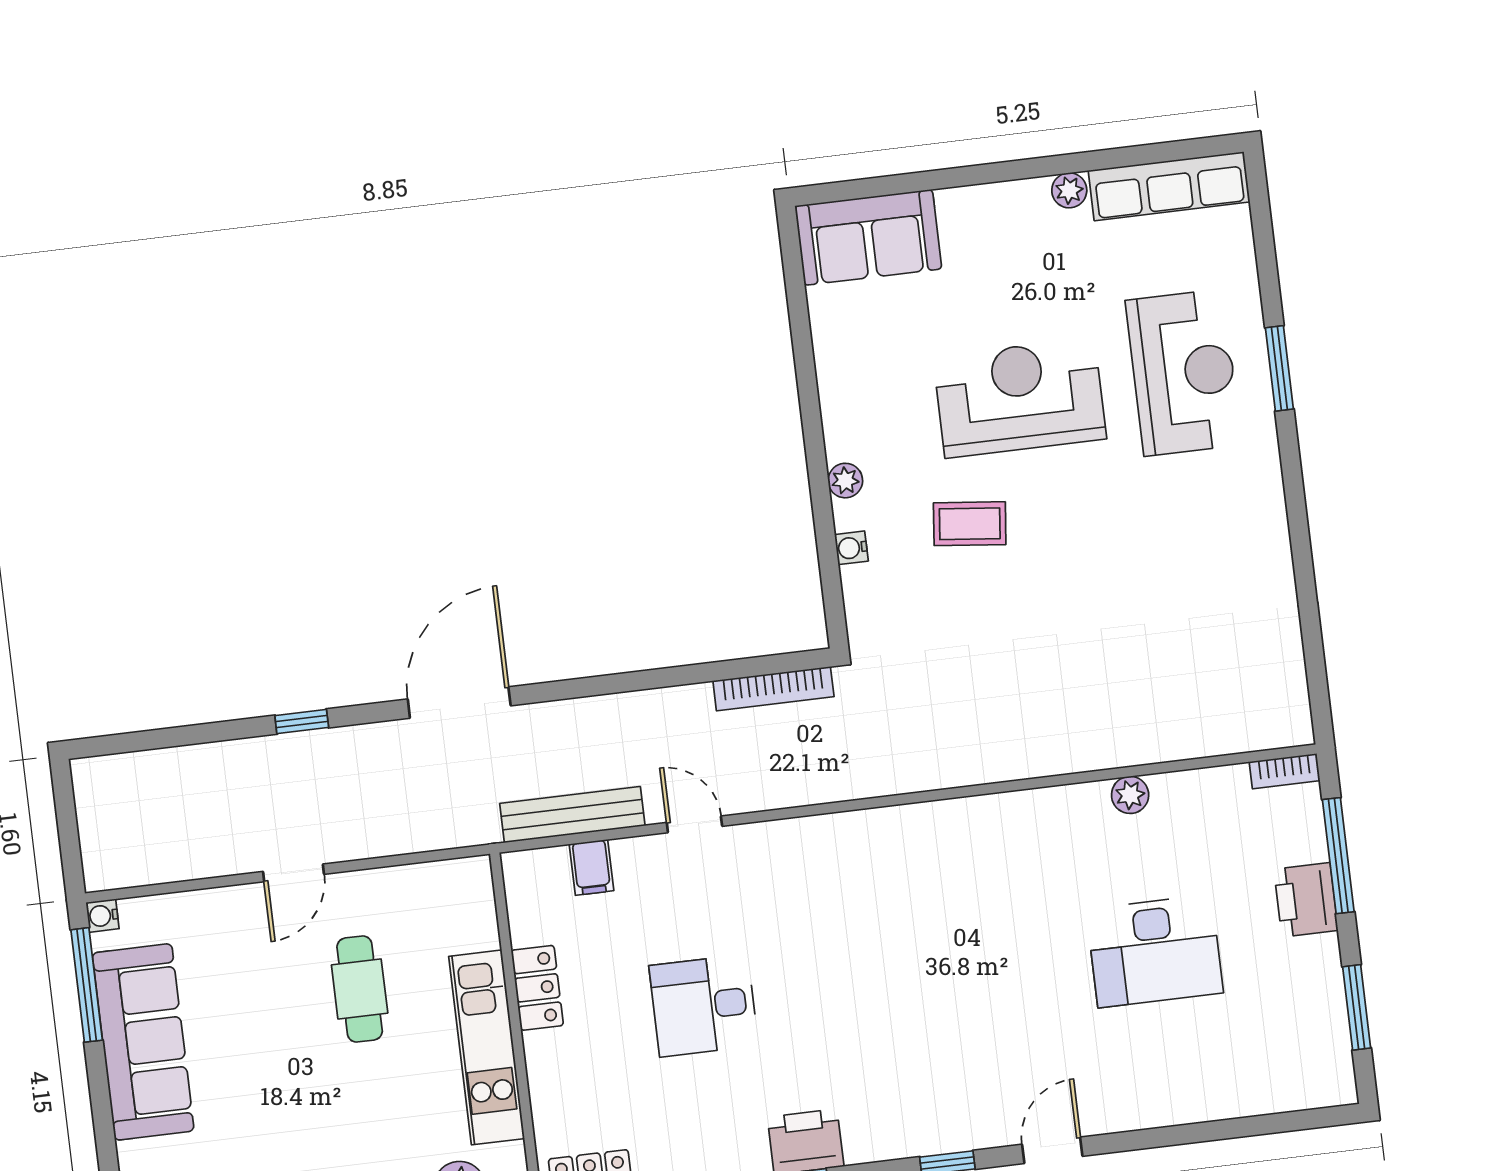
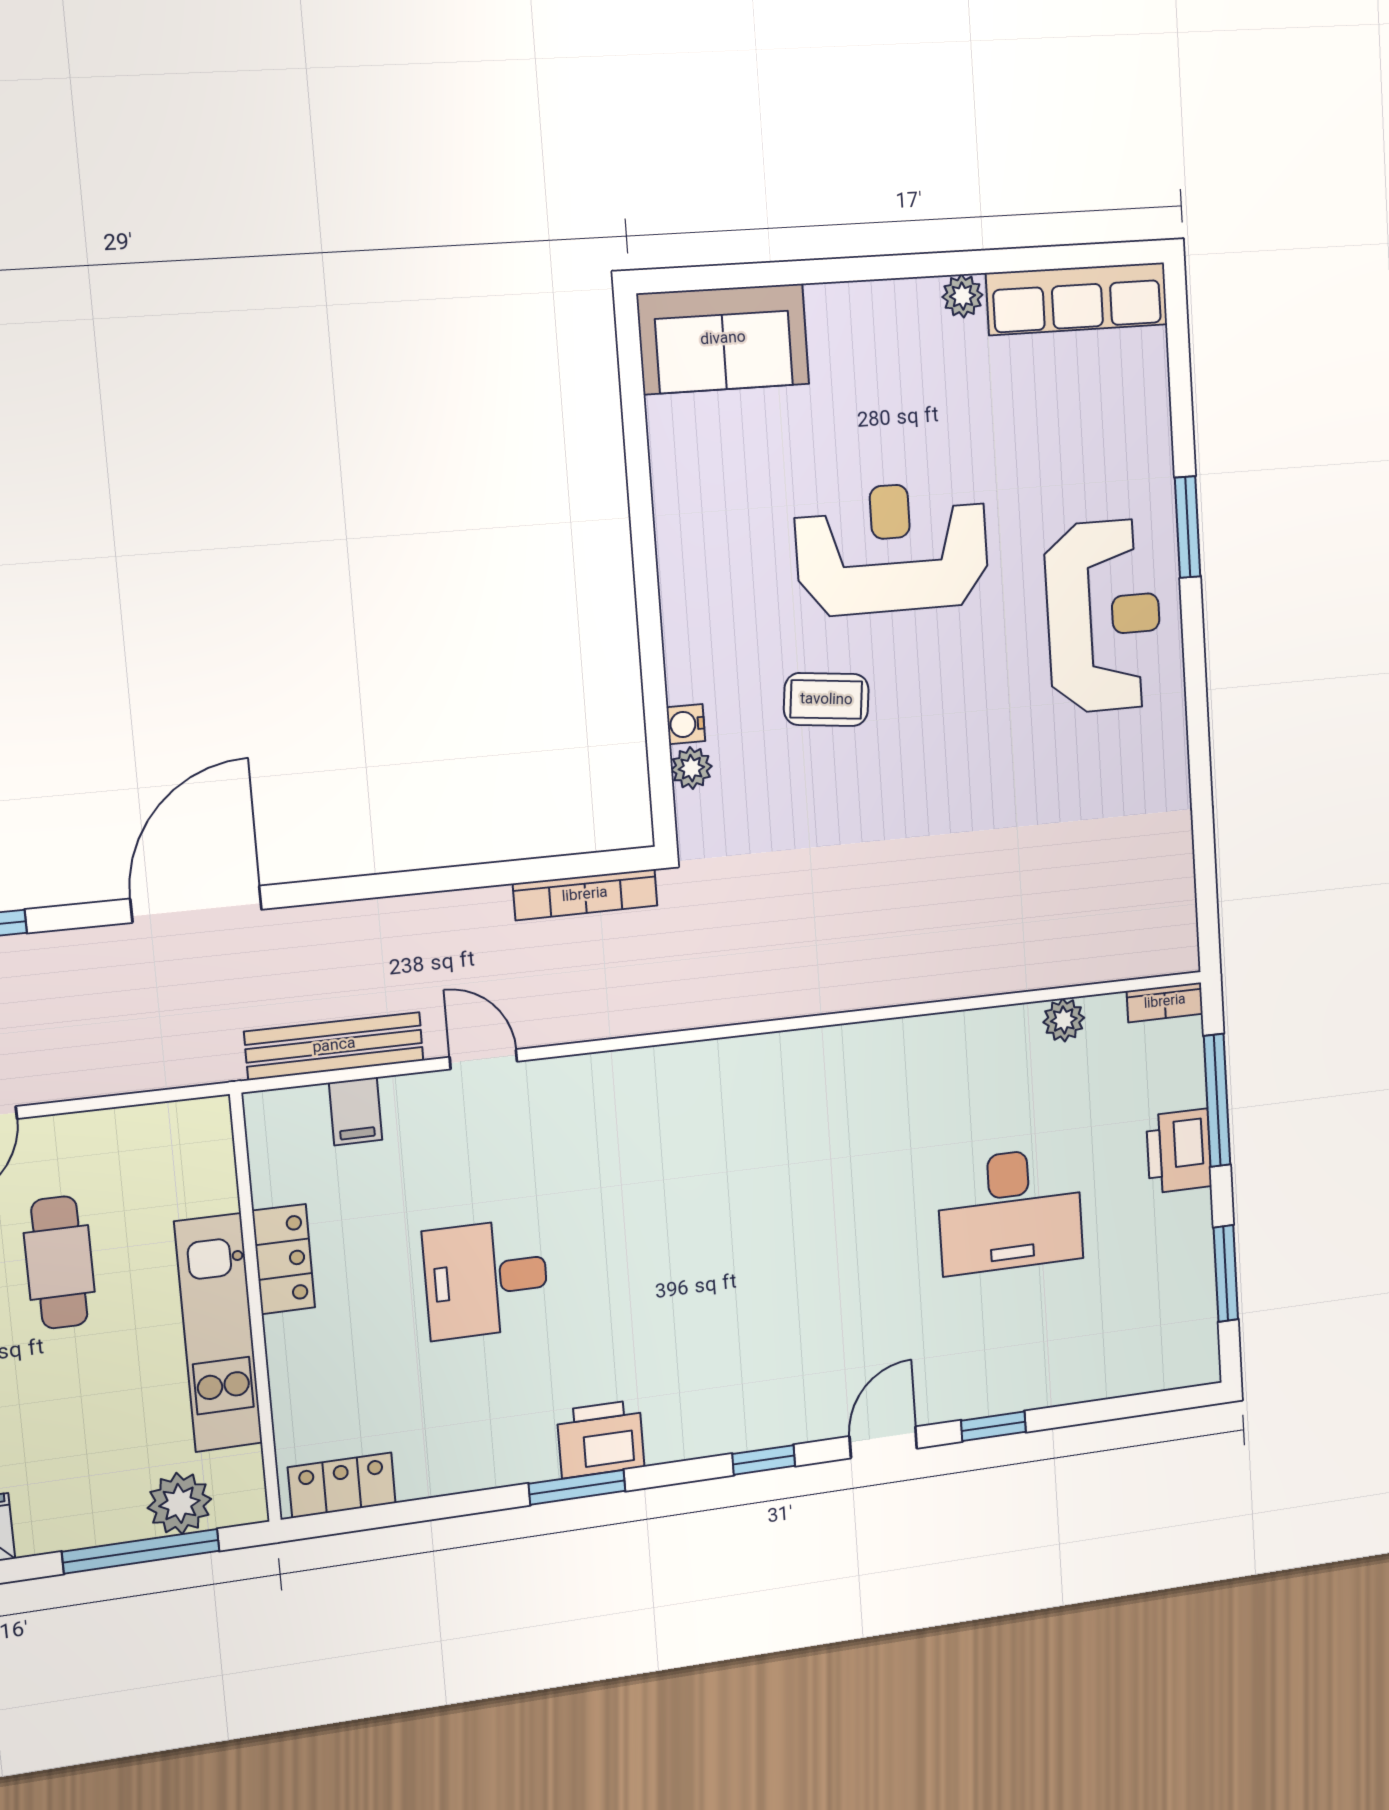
reception desk: (1183, 373) -> (1104, 616), moved
plant: (845, 481) -> (691, 768), moved
plant: (1130, 795) -> (1064, 1020), moved
window: (1151, 1138) -> (994, 1426), added

